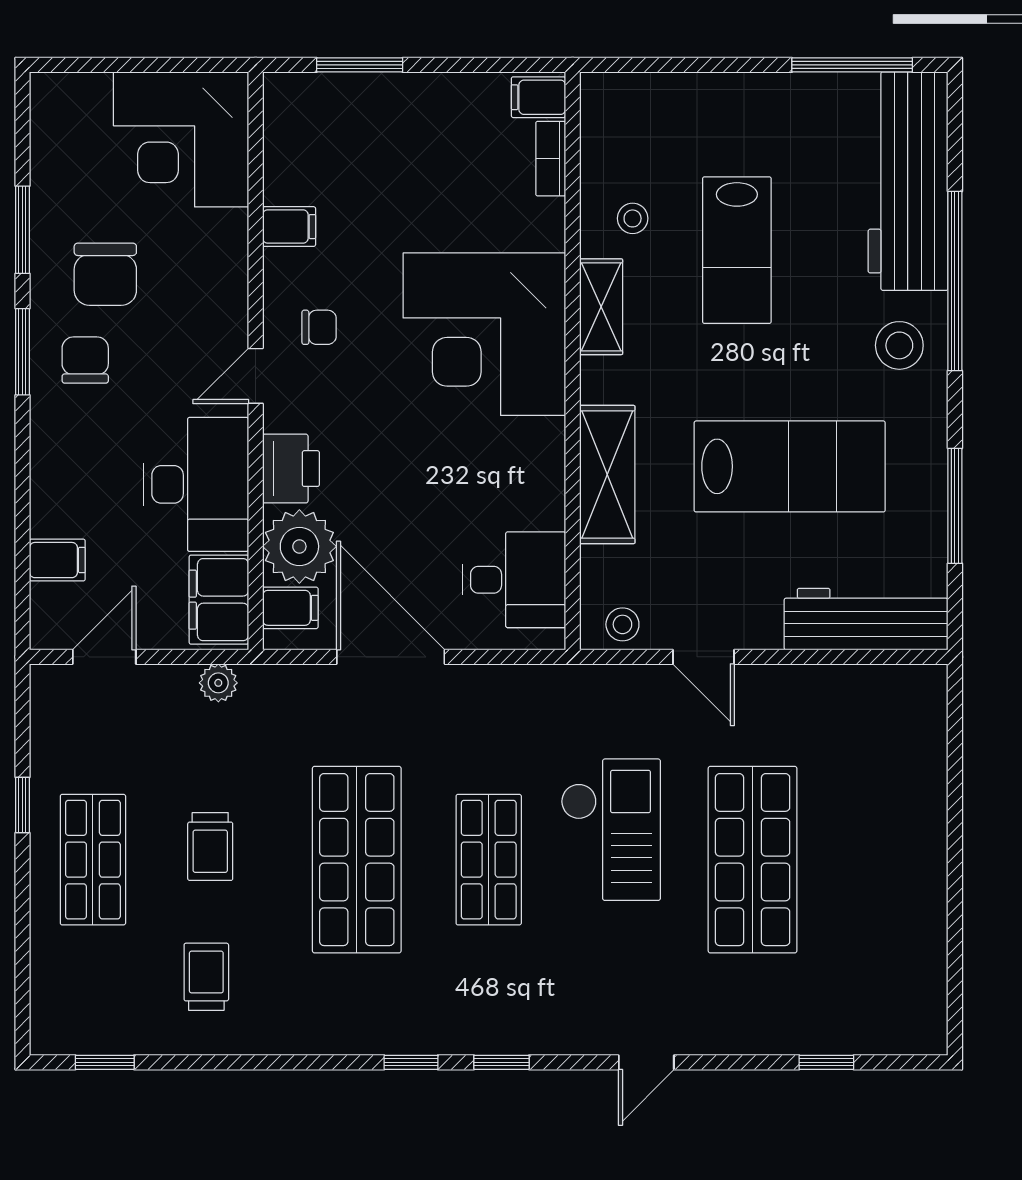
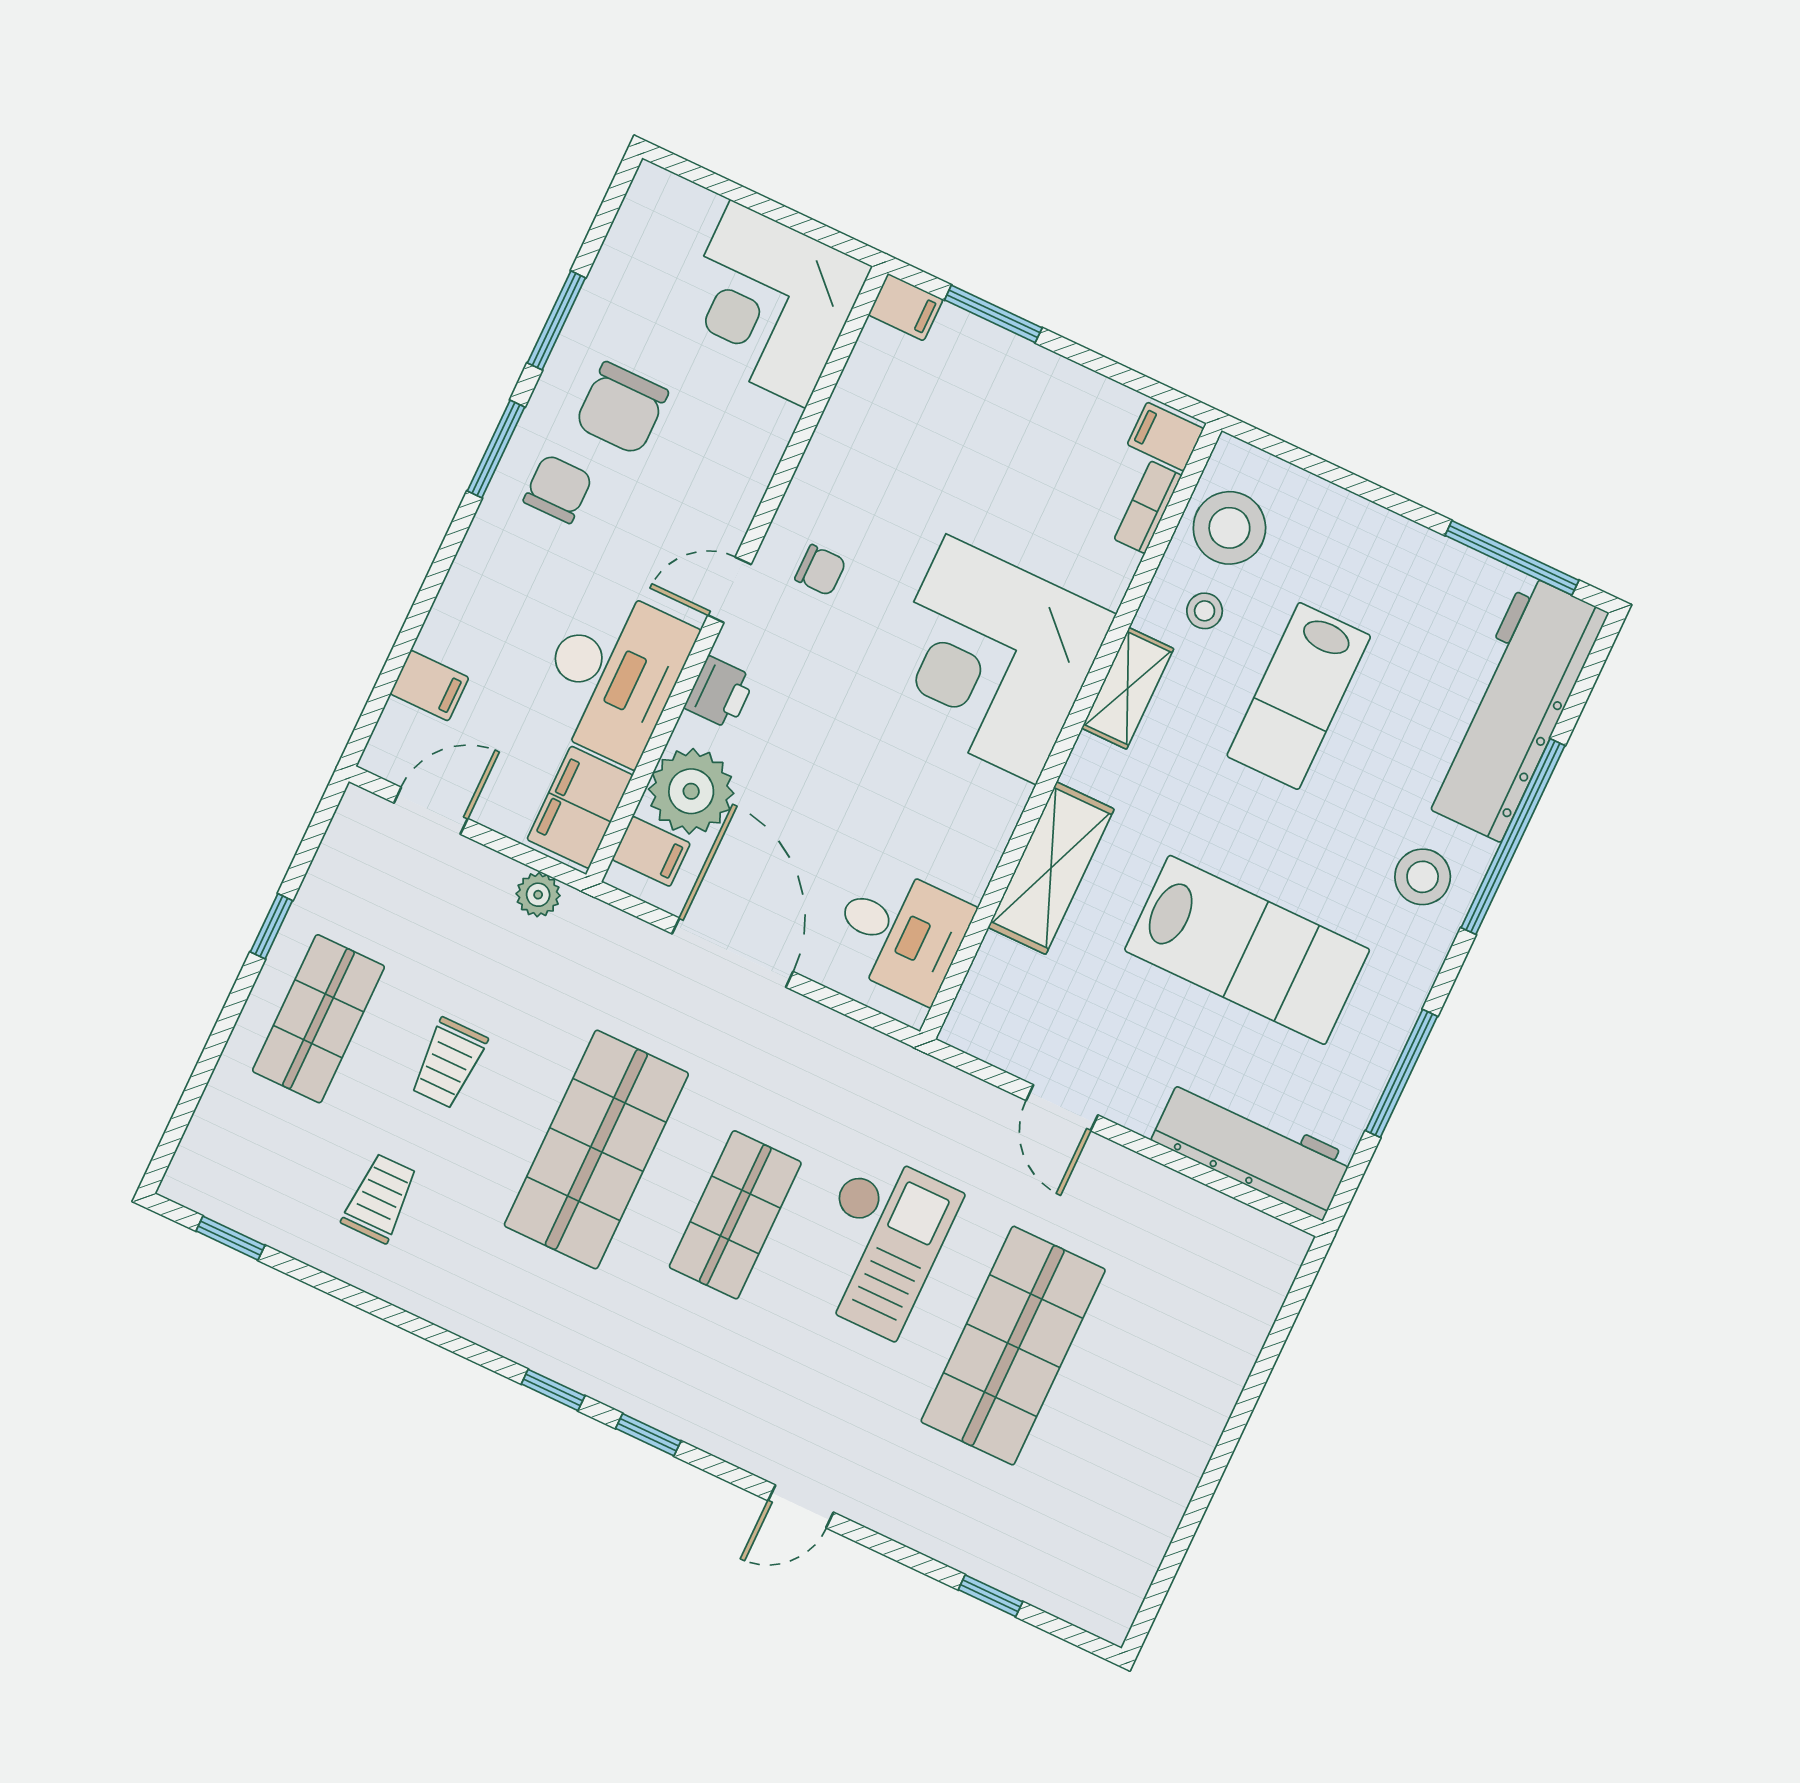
filing cabinet: (289, 227) -> (906, 307), moved
printer: (291, 469) -> (720, 693), width x0.73, depth x0.81
stool: (622, 624) -> (1229, 528), moved, width x1.89, depth x1.89

